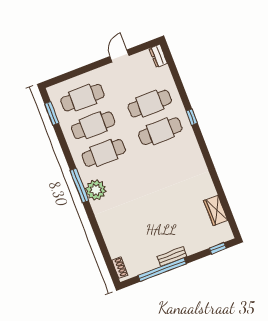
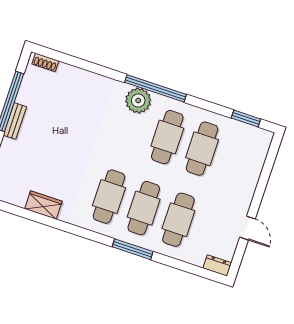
cafe table: (83, 98) -> (109, 197), moved
window: (192, 117) -> (133, 249), width x2.17
window: (79, 185) -> (155, 88), width x1.46
wardrobe: (216, 210) -> (43, 205), moved

